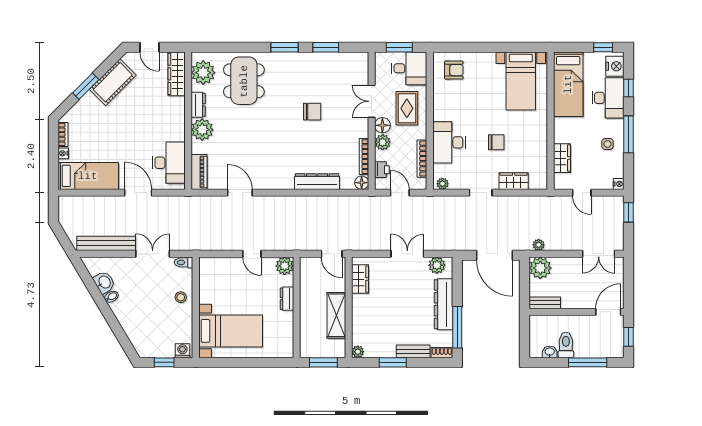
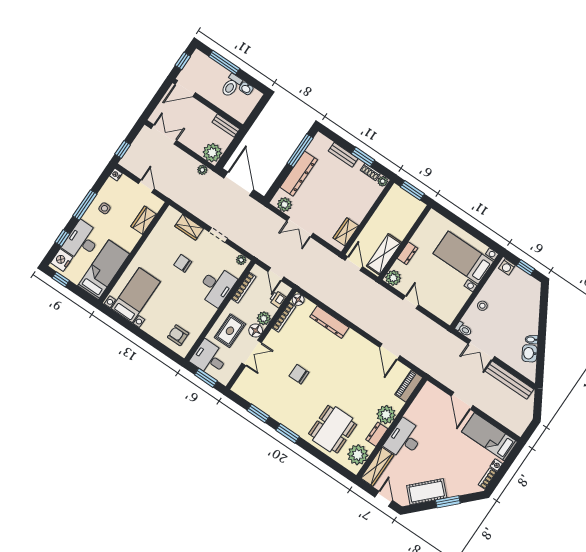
desk: (169, 163) -> (404, 439), moved
shelving: (336, 315) -> (384, 254), moved
shoe rack: (442, 353) -> (370, 172), moved

